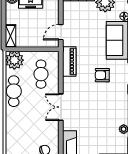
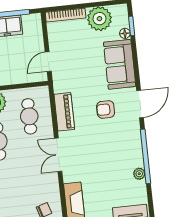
piano: (69, 61) -> (64, 112), moved

